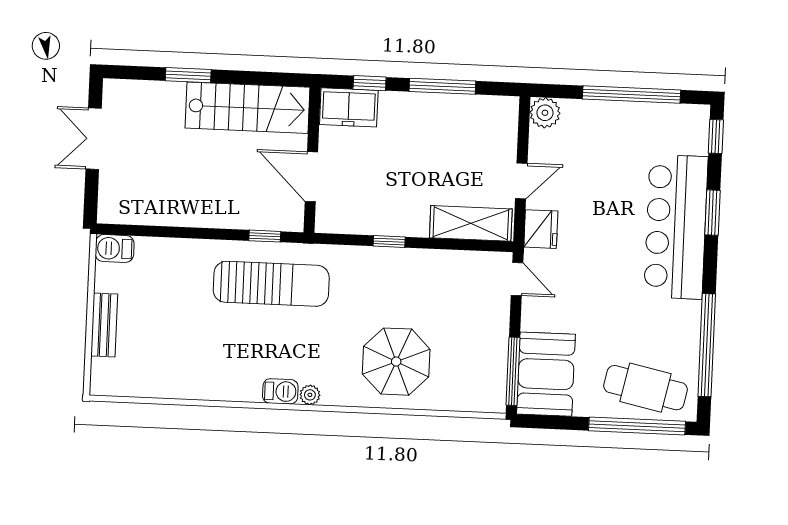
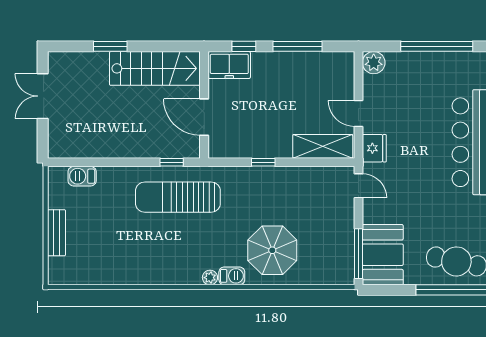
door: (521, 181) -> (358, 113), swing flipped
barbecue: (115, 248) -> (82, 176), moved
sun lounger: (271, 284) -> (178, 197), turned 180
barbecue: (280, 391) -> (232, 276), moved

